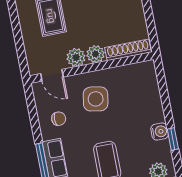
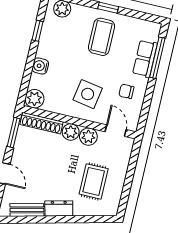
window: (151, 28) -> (14, 132), added
plant: (146, 71) -> (34, 99), added
water cooler: (160, 132) -> (40, 66), moved

